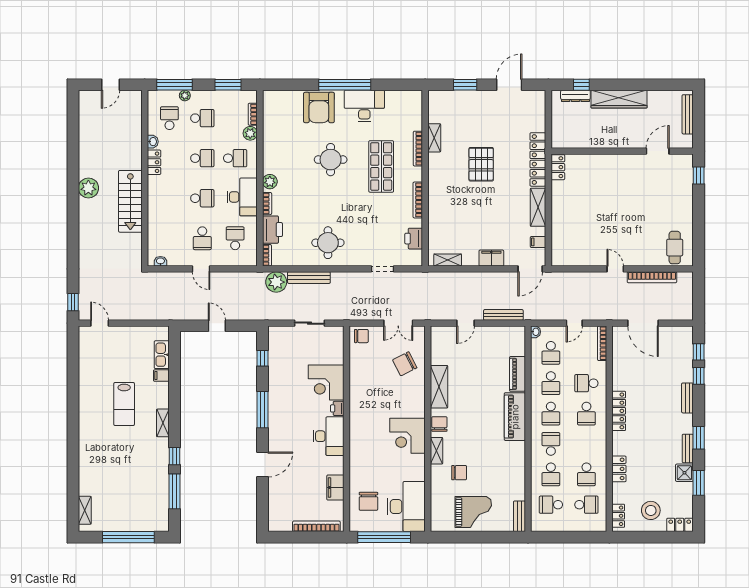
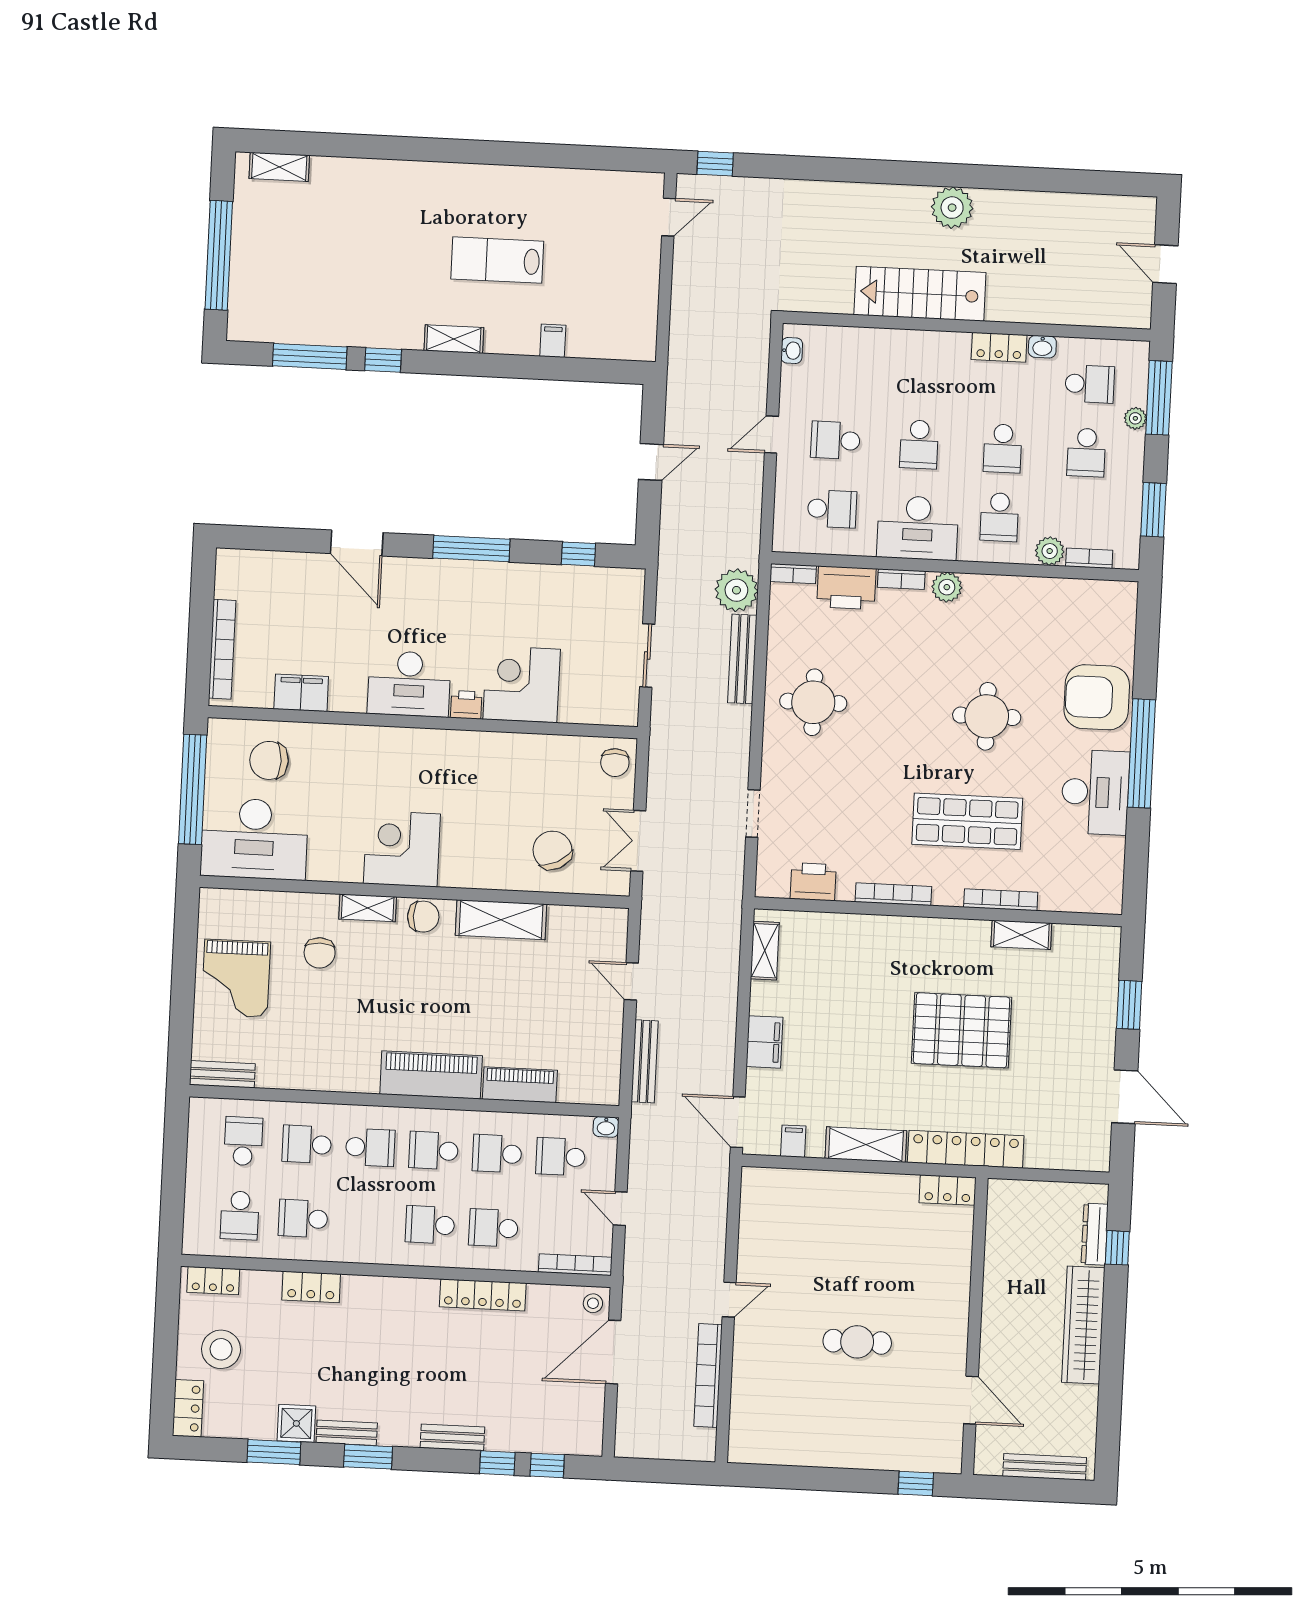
pallet: (481, 164) -> (962, 1030), width x1.37, depth x1.41
cafe table: (675, 248) -> (857, 1342), moved
stool: (620, 334) -> (593, 1303), added
kitchen sink: (162, 355) -> (596, 344), removed
school desk: (586, 383) -> (493, 1228), turned -90
locker: (619, 411) -> (483, 1295), moved

